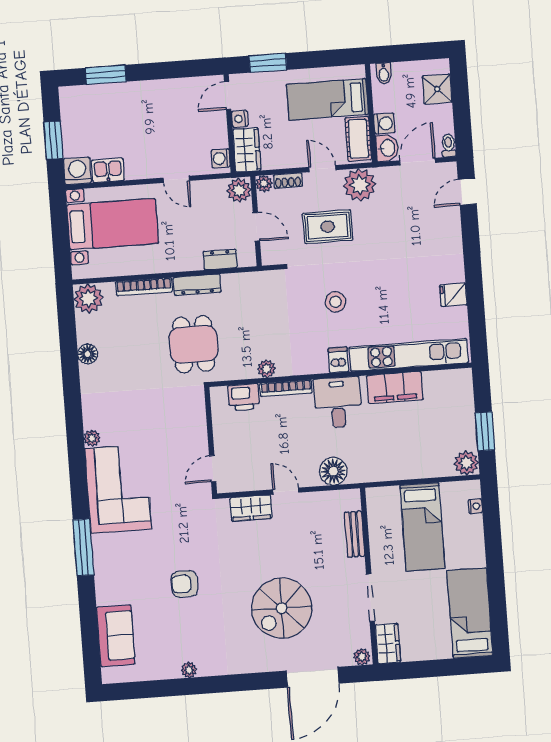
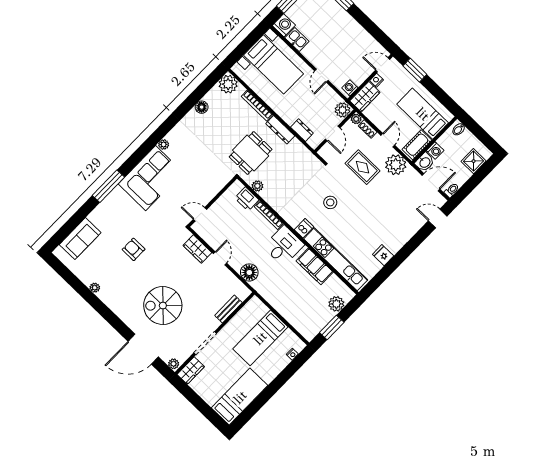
plant: (267, 369) -> (257, 186), moved
plant: (466, 463) -> (336, 304), moved

